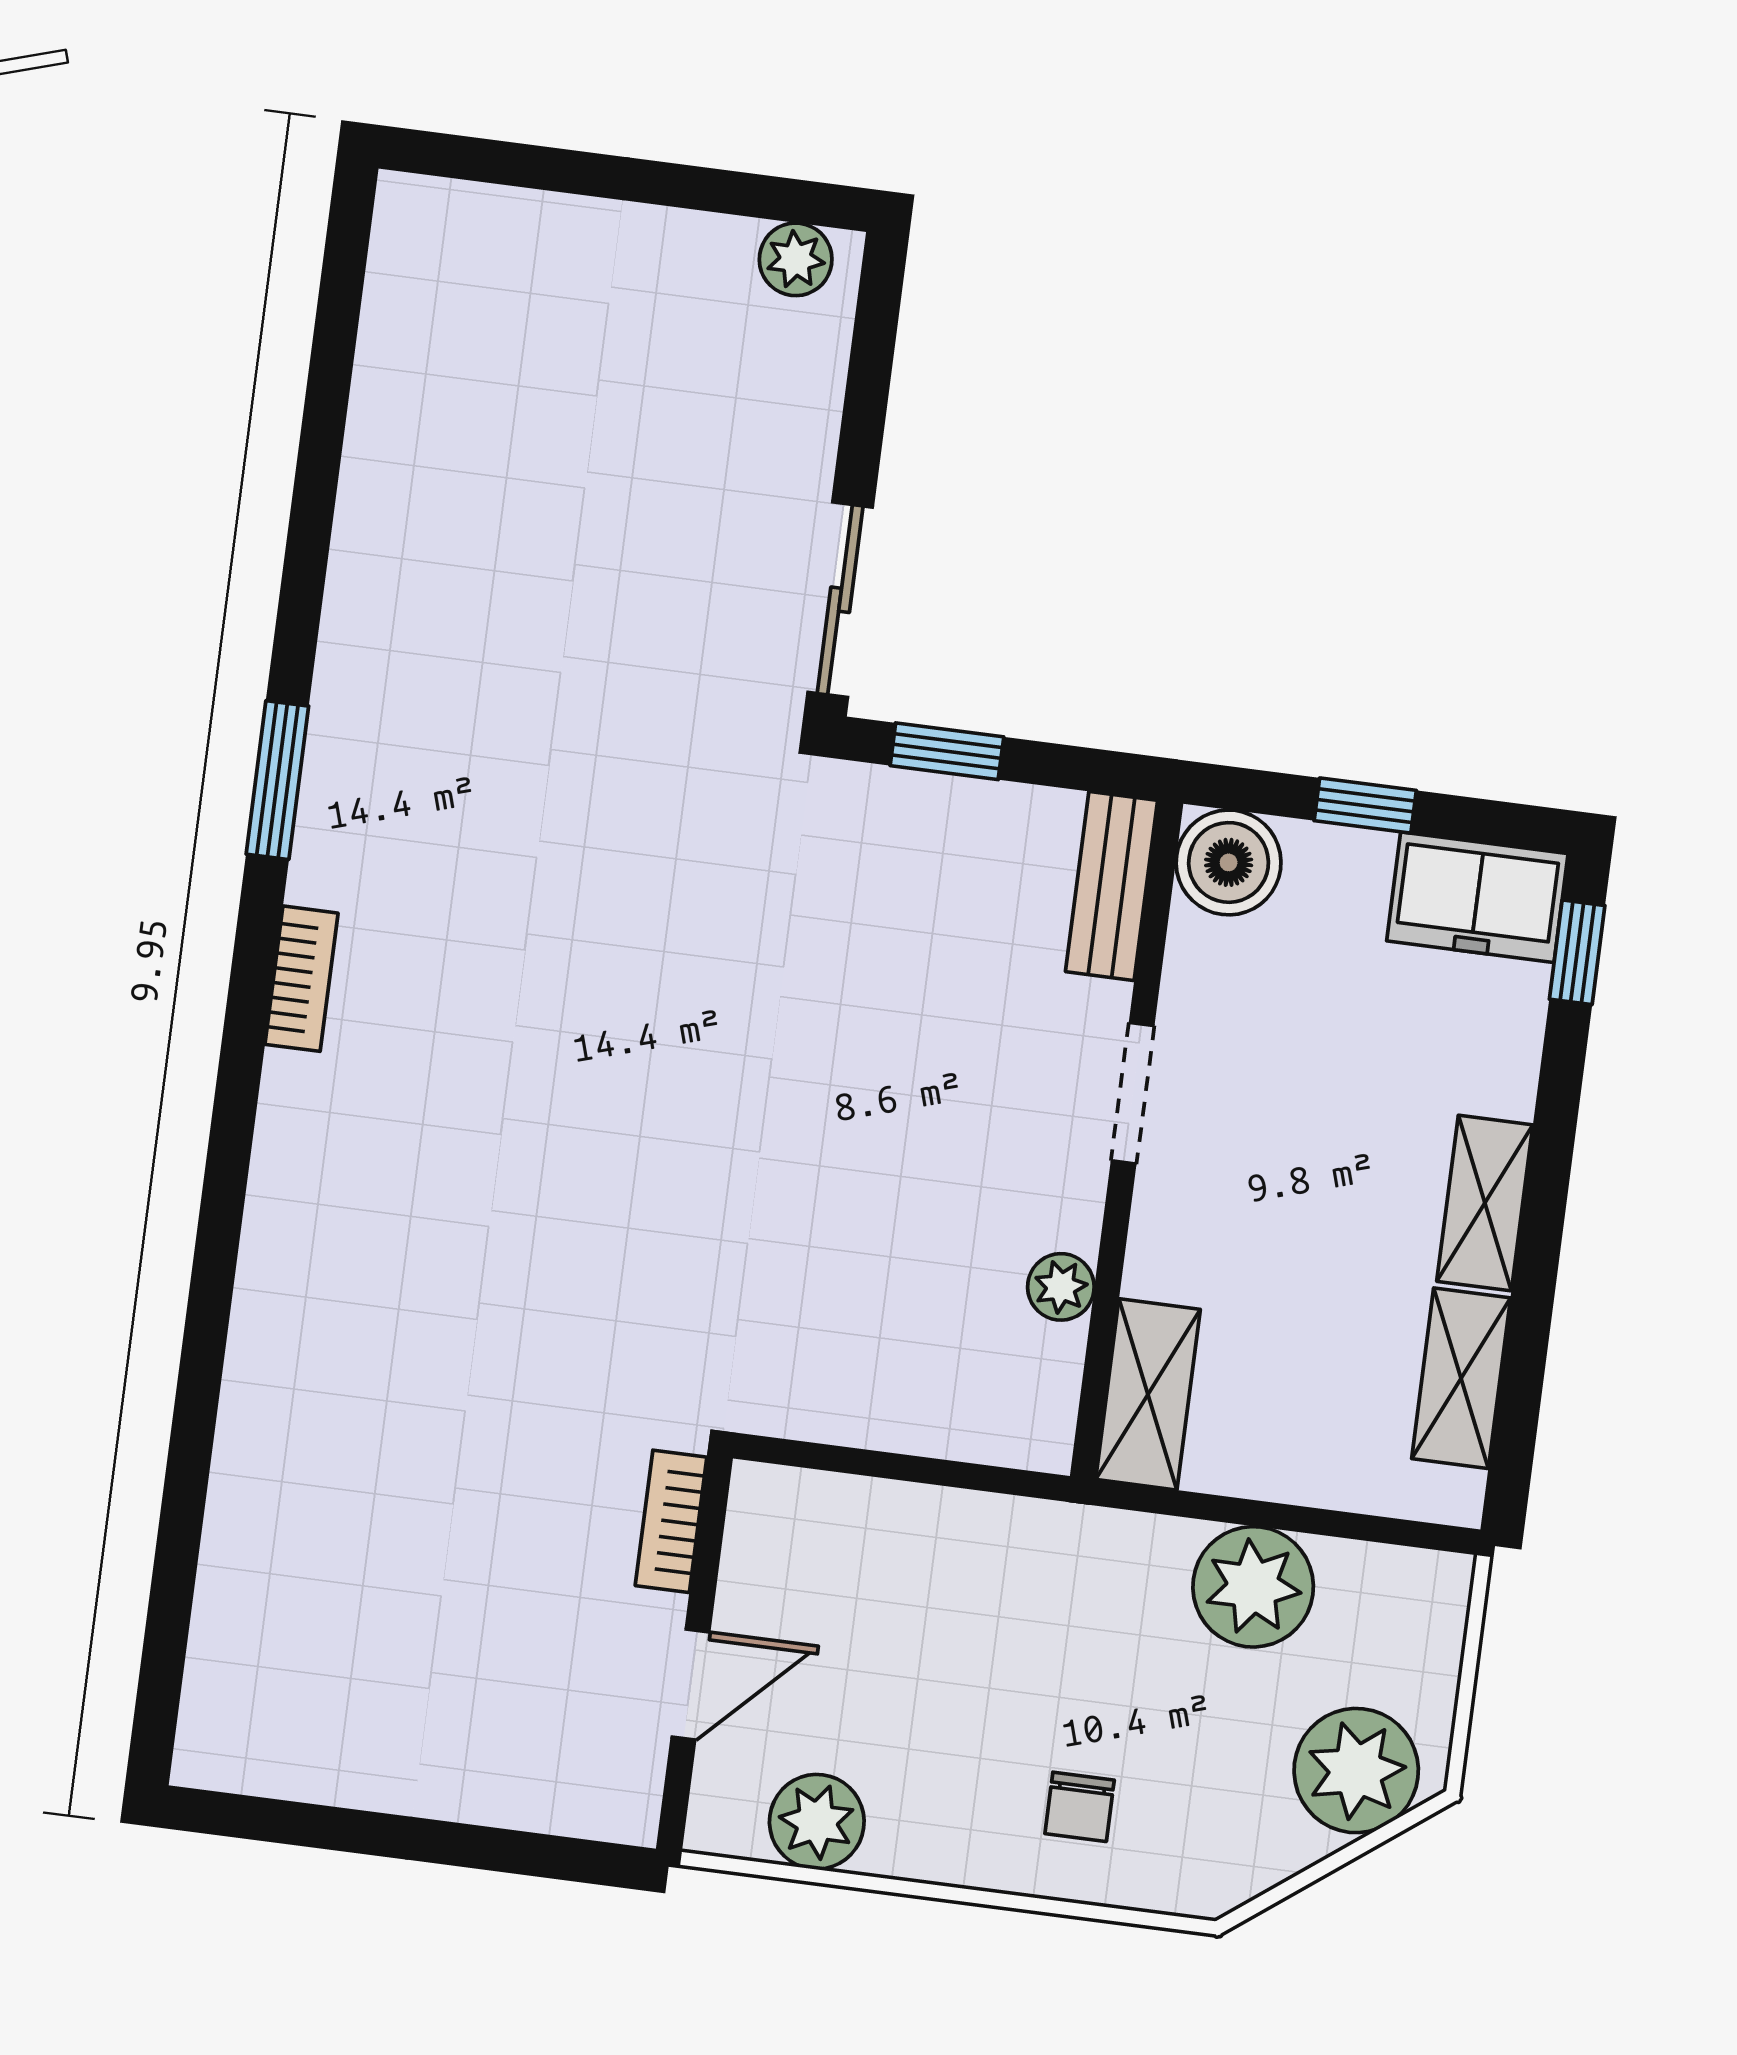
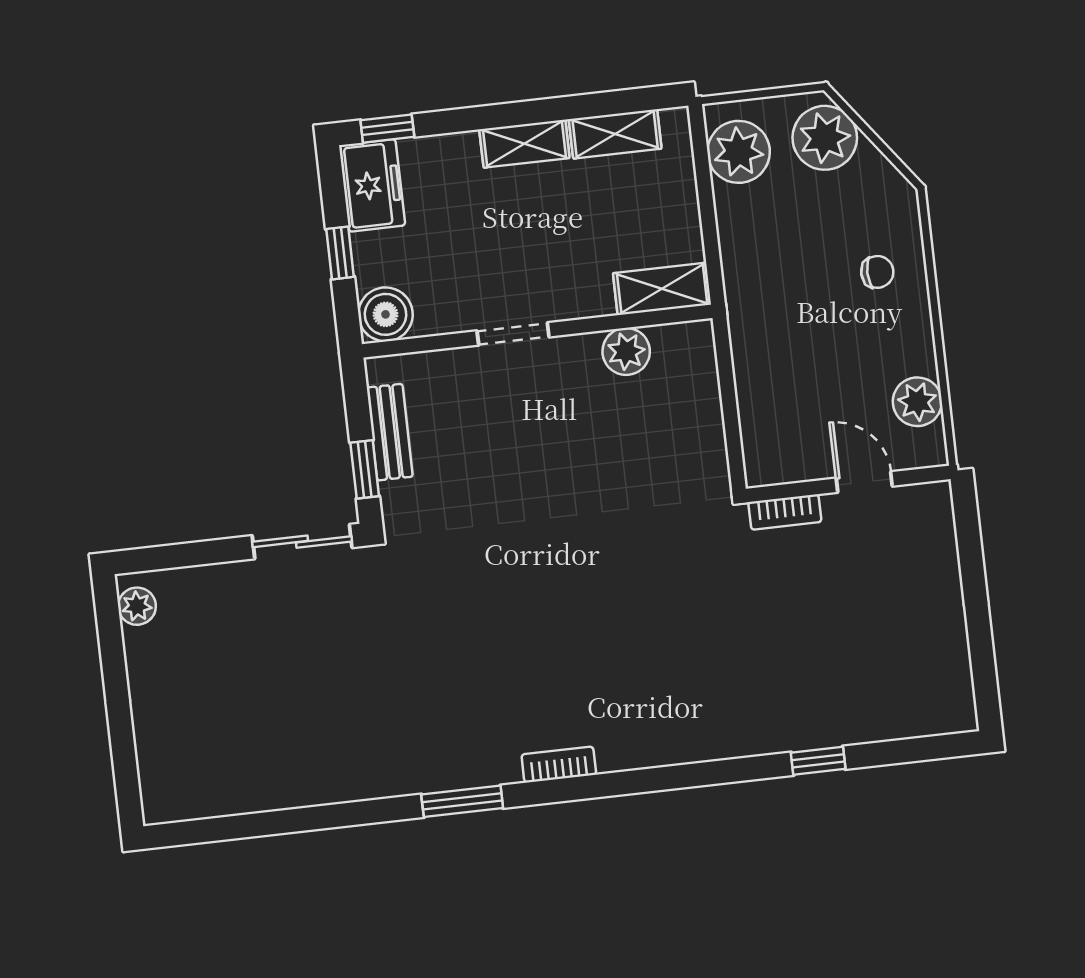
bench: (1112, 886) -> (390, 432), moved, turned 90
plant: (1061, 1287) -> (626, 351), width x1.38, depth x1.38
window: (188, 1468) -> (818, 761), added
plant: (1253, 1587) -> (739, 152), moved

